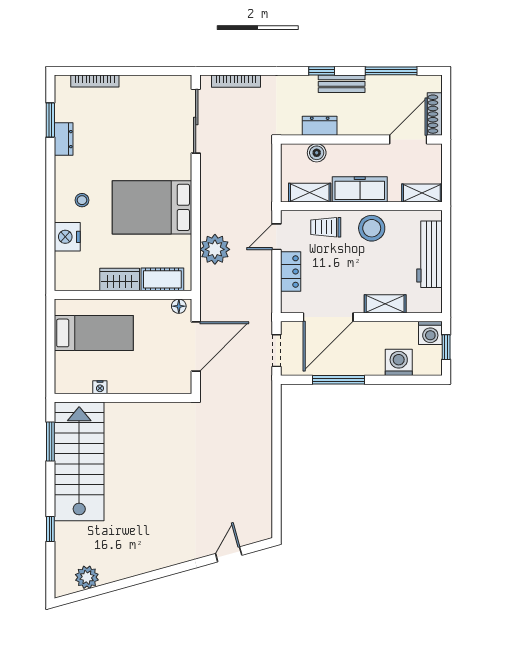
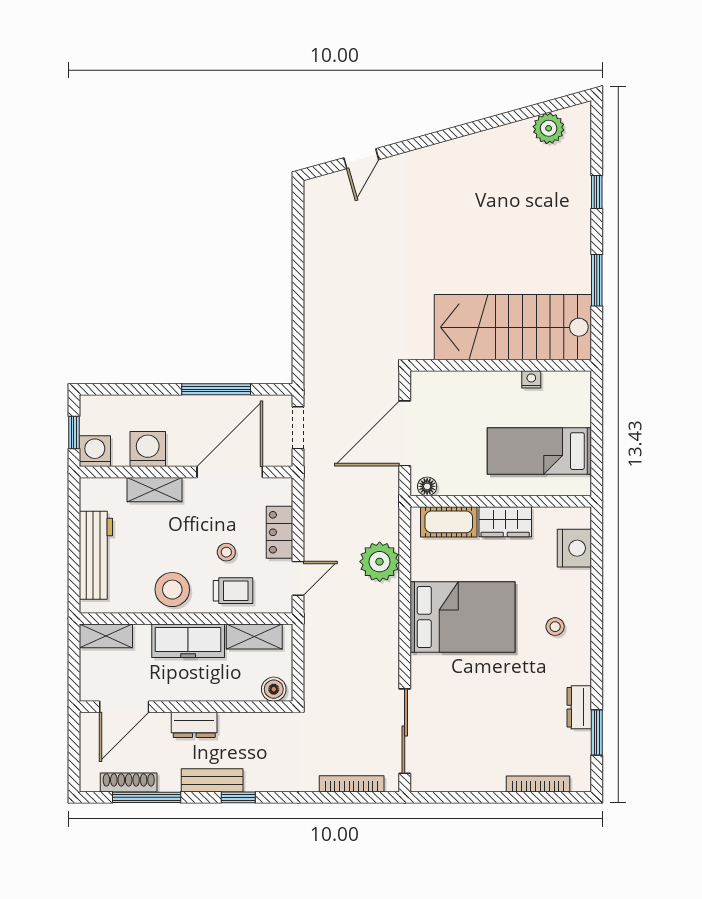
shoe rack: (435, 114) -> (129, 782), moved, turned -90
dresser: (320, 126) -> (194, 725), moved
boiler: (317, 153) -> (274, 689), moved
nightstand: (67, 237) -> (574, 548), moved
stool: (331, 256) -> (226, 552), added
washing machine: (399, 362) -> (148, 449), moved, turned 180
window: (50, 442) -> (597, 280), moved
stairs: (79, 461) -> (513, 327), moved, turned 90

